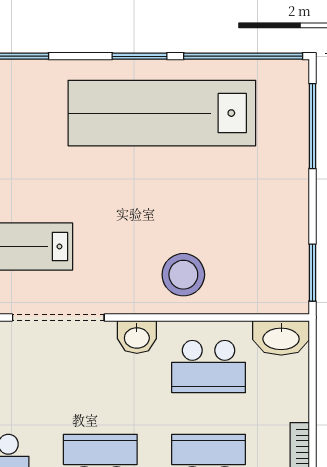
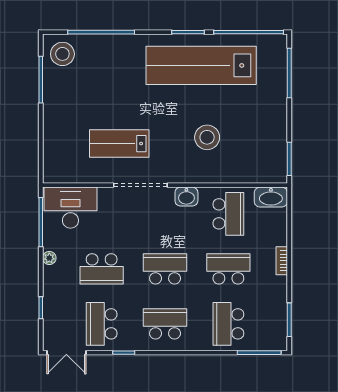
stool: (183, 275) -> (207, 137), moved
school desk: (209, 367) -> (228, 214), turned -90

